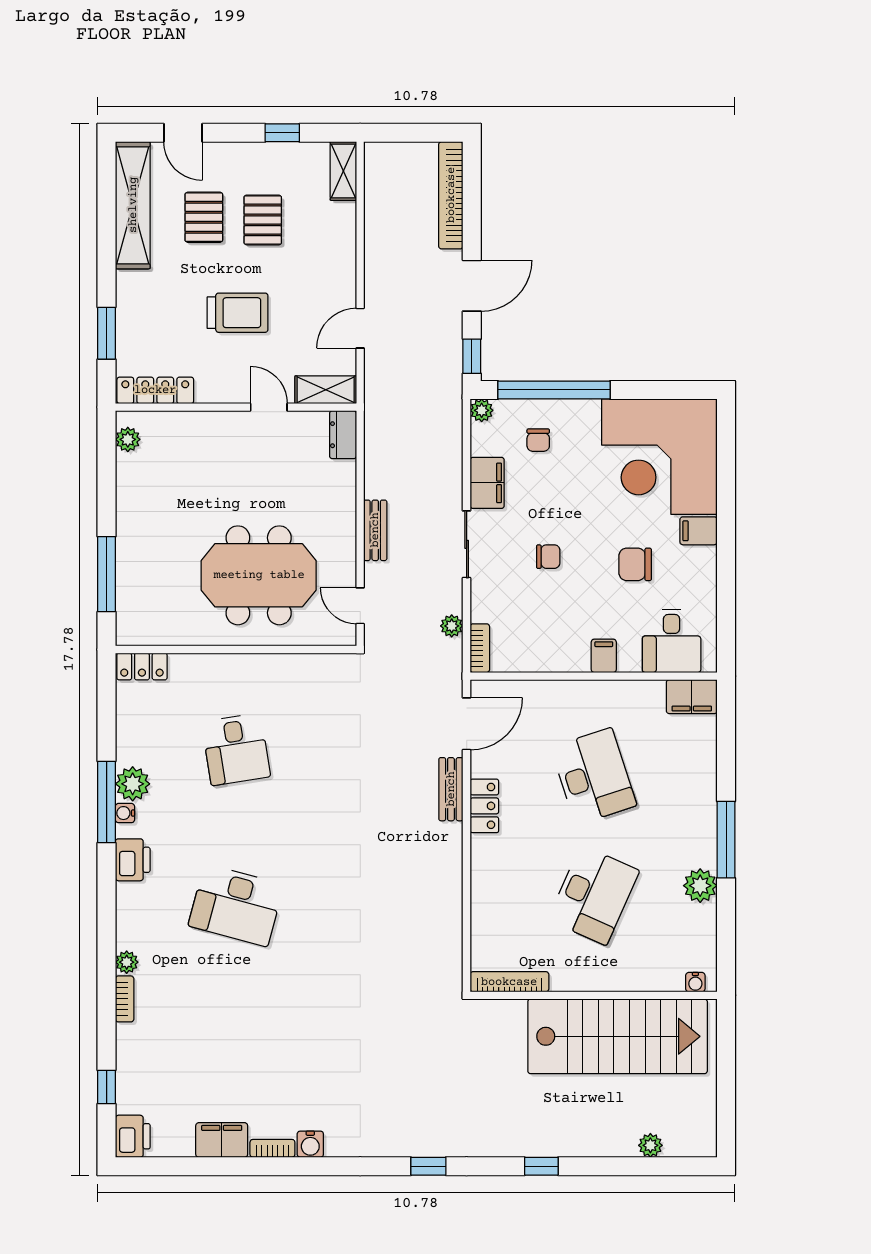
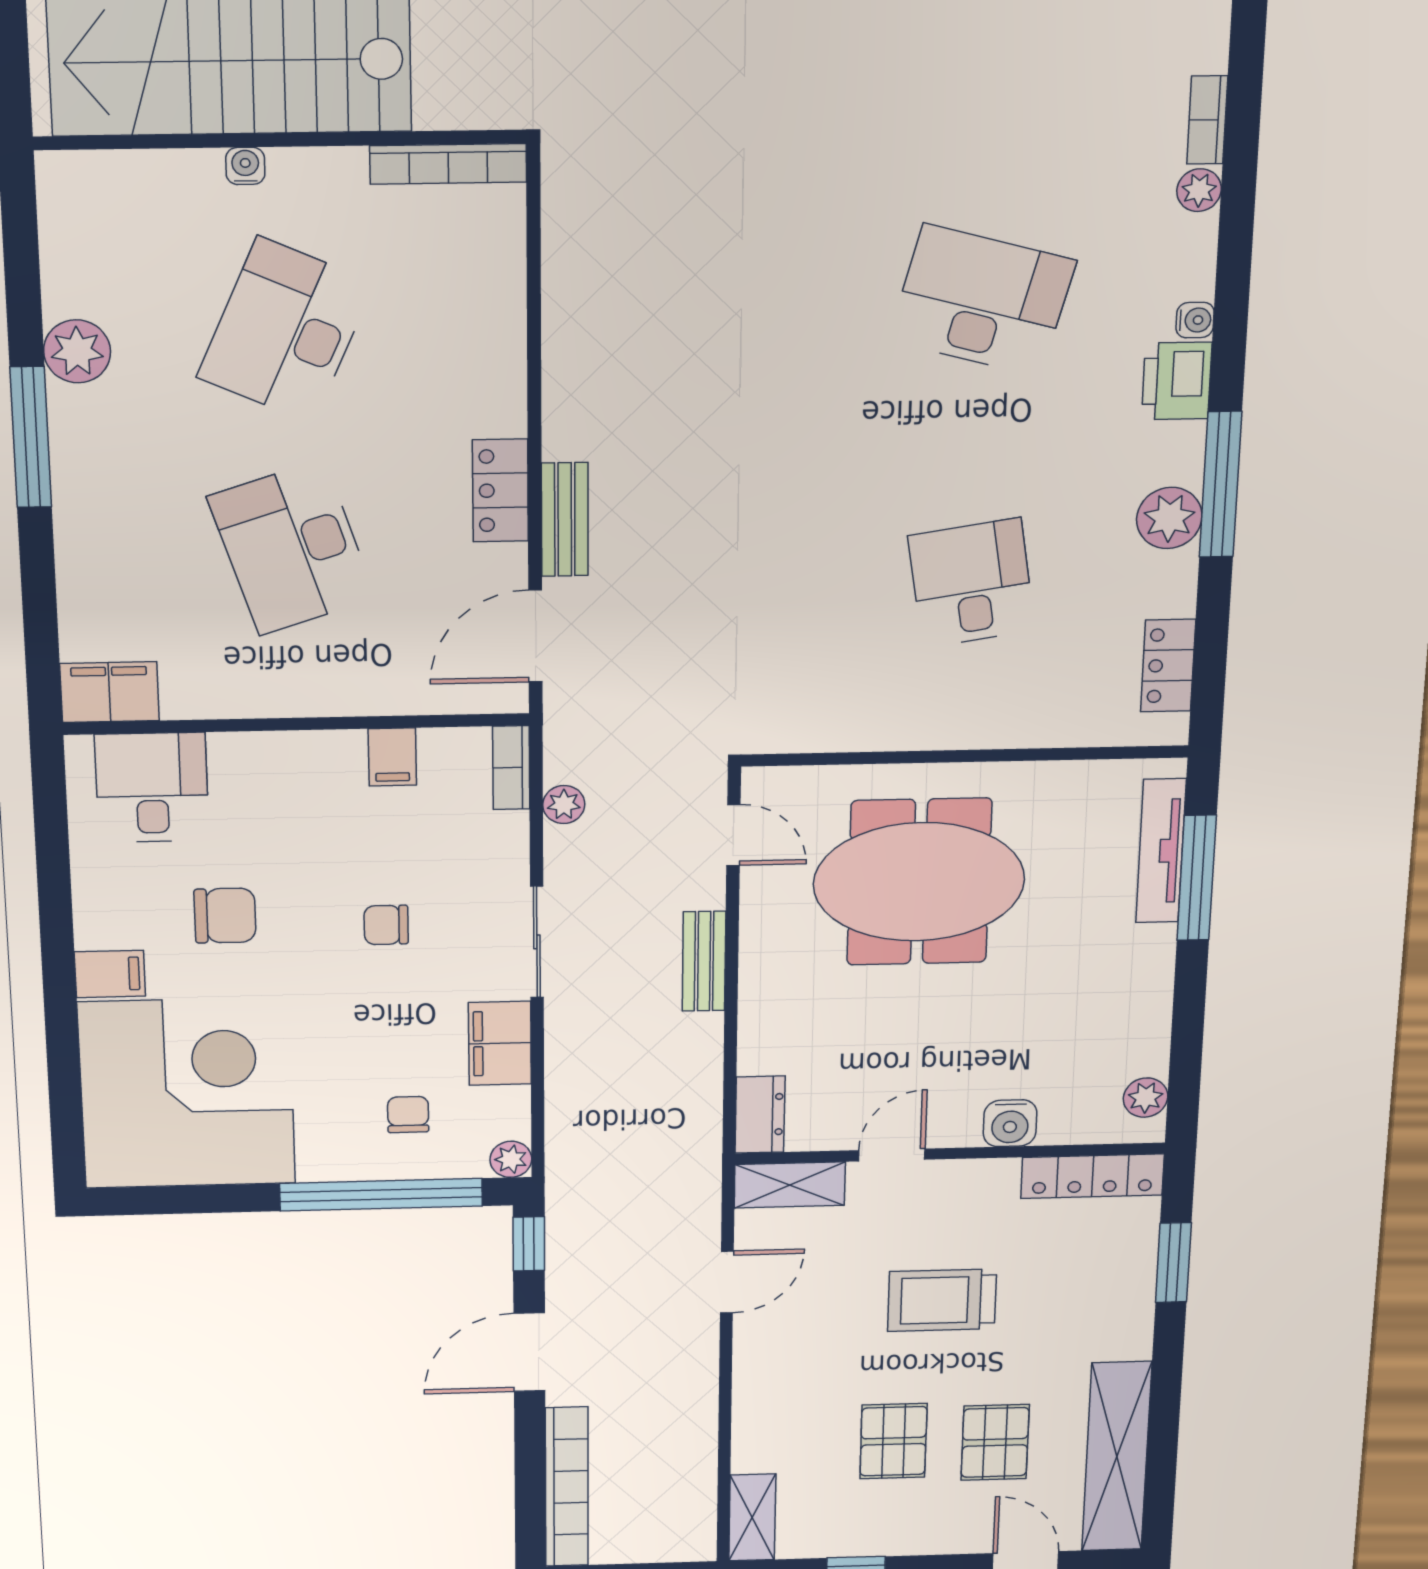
door: (269, 407) -> (892, 1155), swing flipped
water cooler: (203, 425) -> (1010, 1123), added
tv unit: (127, 591) -> (1161, 851), added
filing cabinet: (604, 656) -> (392, 757), moved
locker: (142, 666) -> (1168, 666), moved, turned -90
water cooler: (125, 813) -> (1195, 320), moved
water cooler: (695, 982) -> (245, 166), moved

